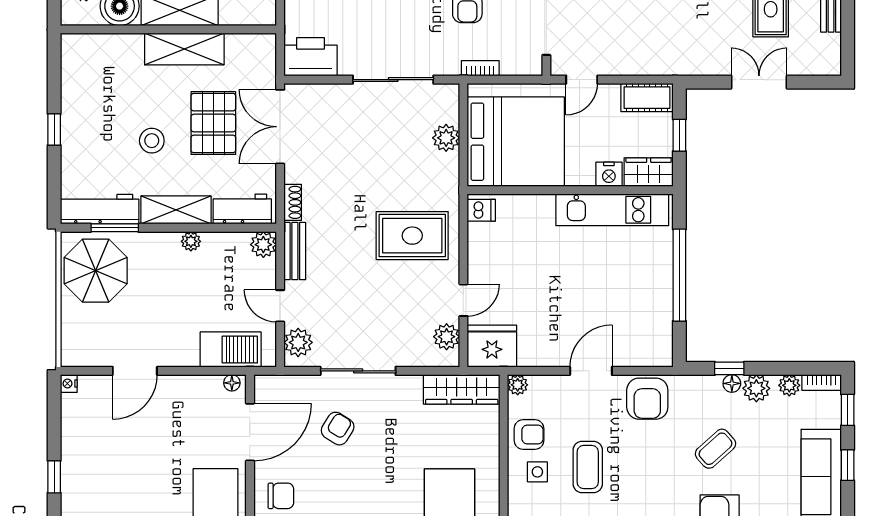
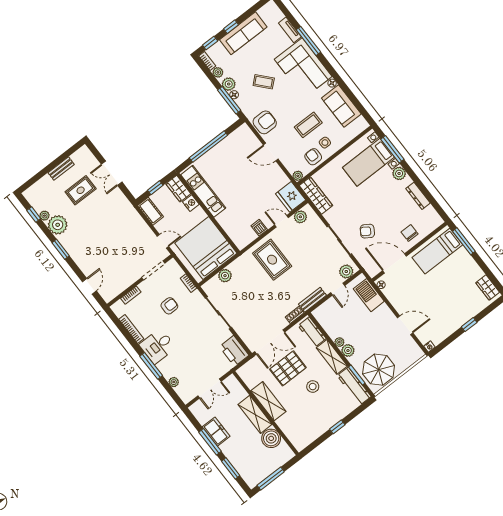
dishwasher: (481, 210) -> (259, 228), moved
plant: (263, 245) -> (348, 350), moved
window: (729, 368) -> (229, 100), width x2.17

